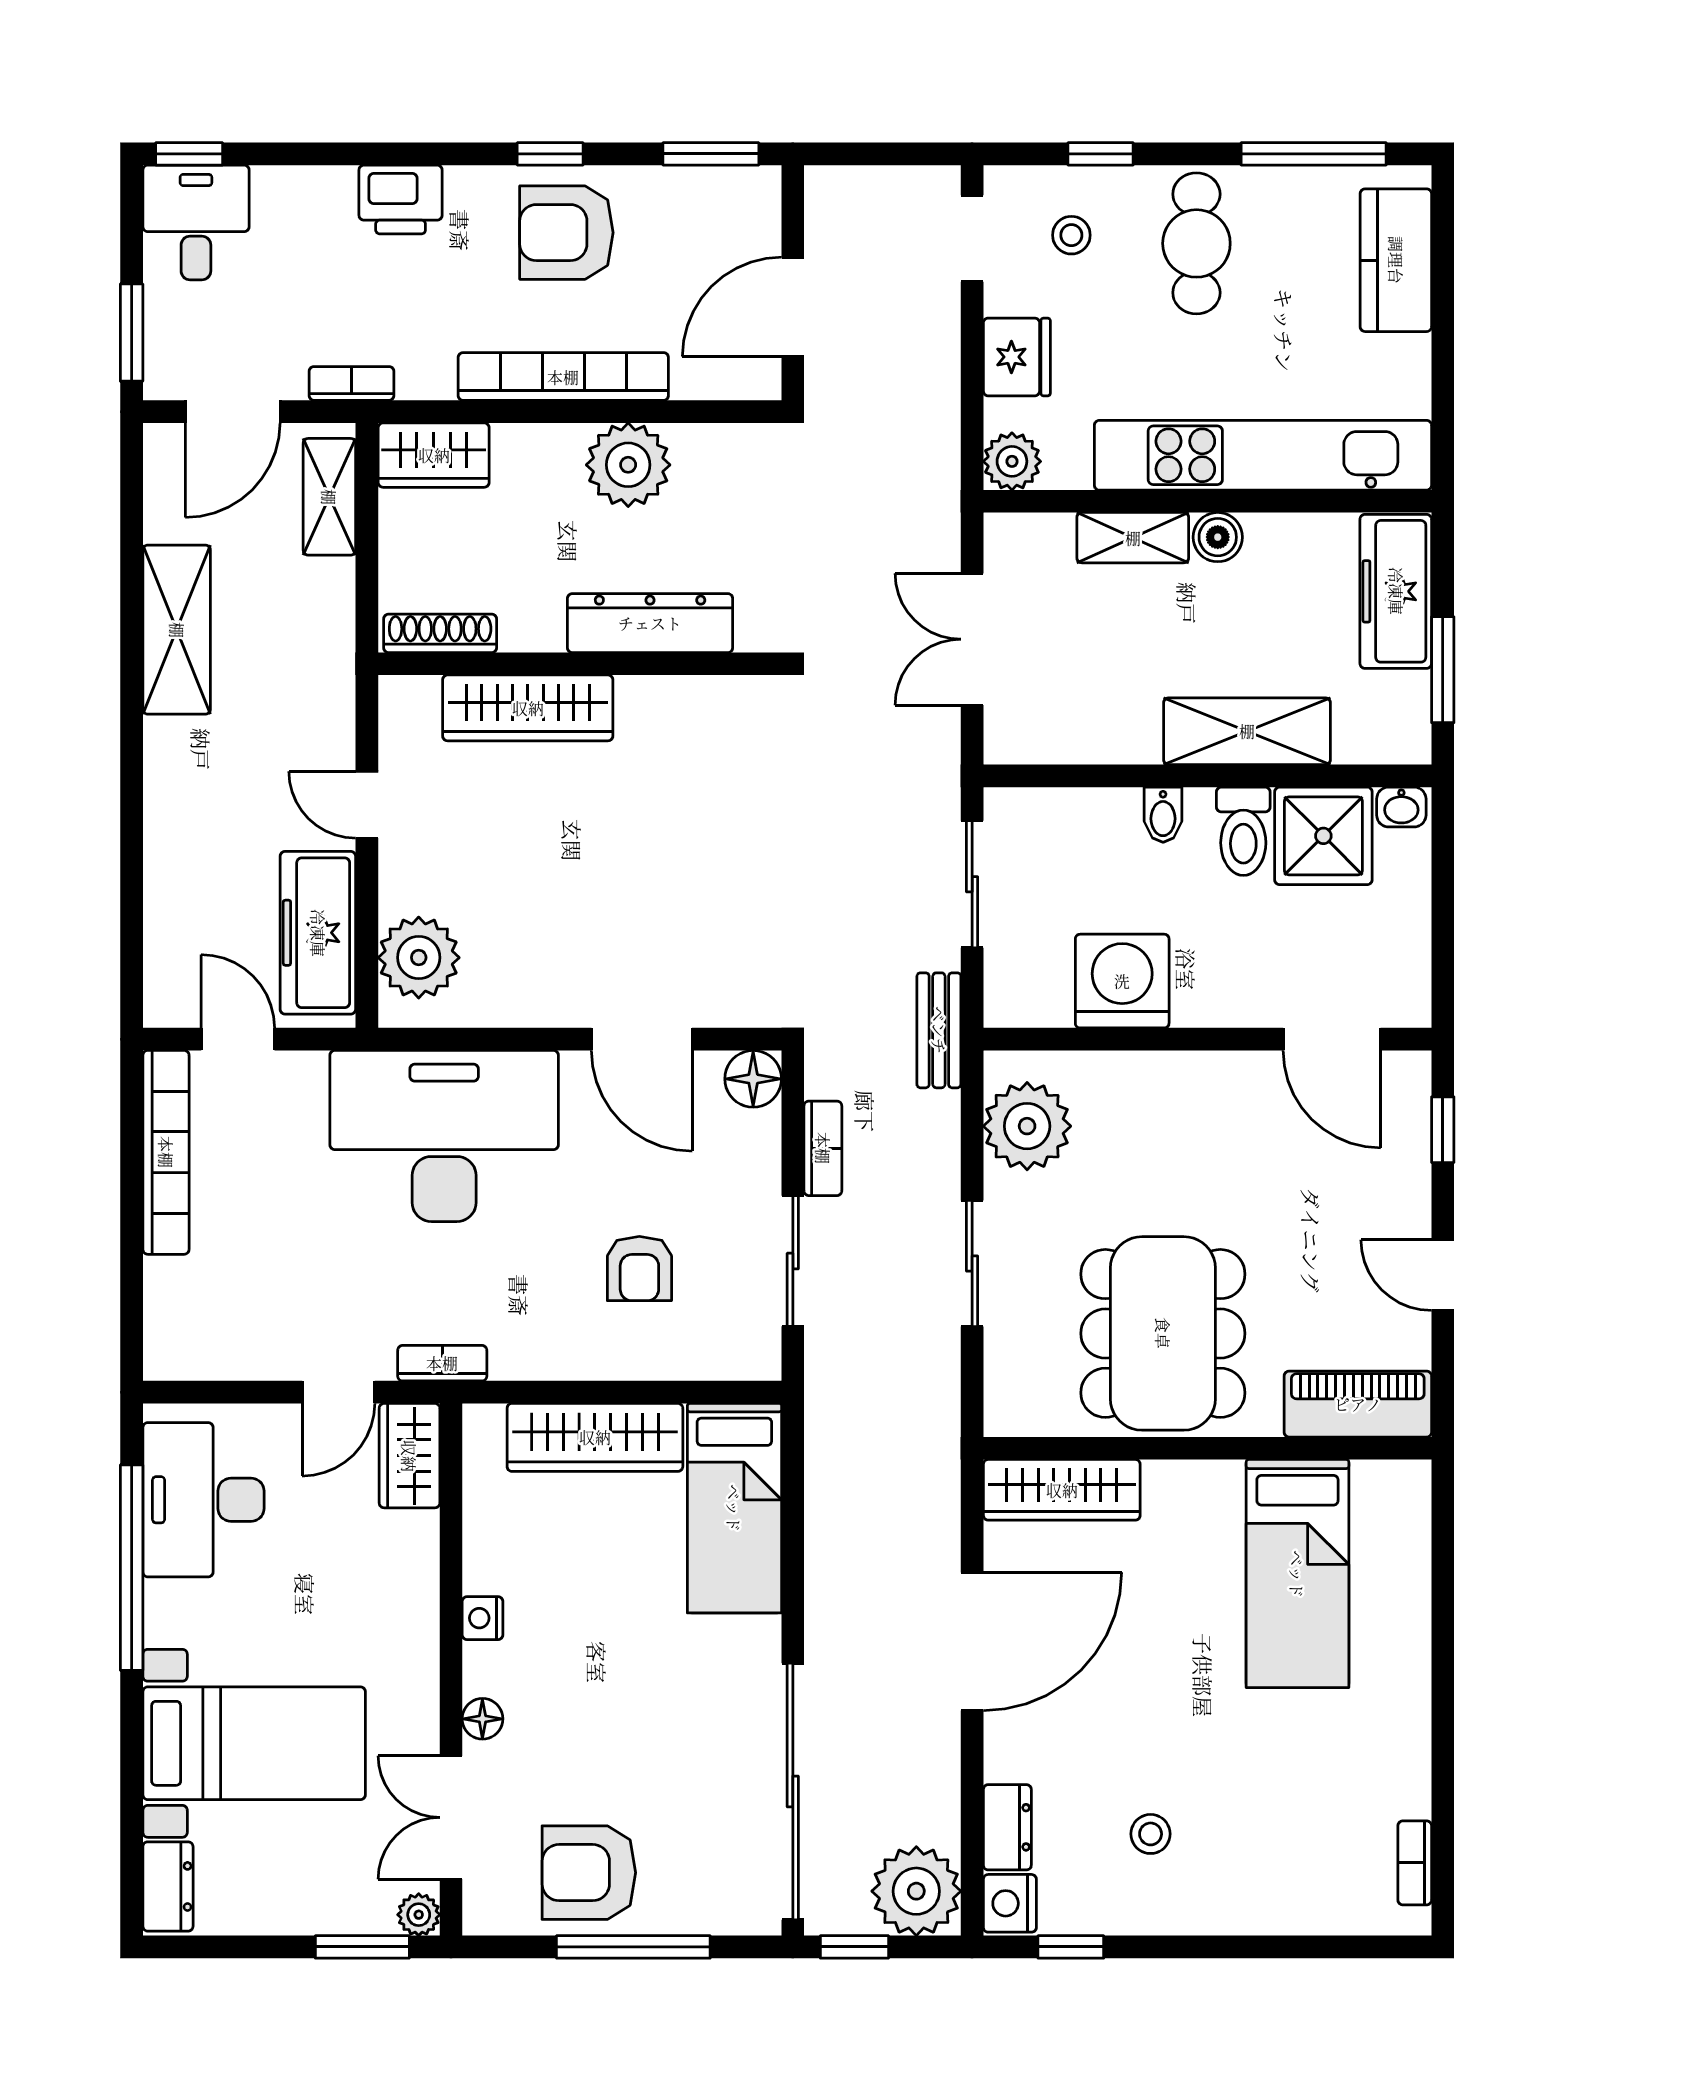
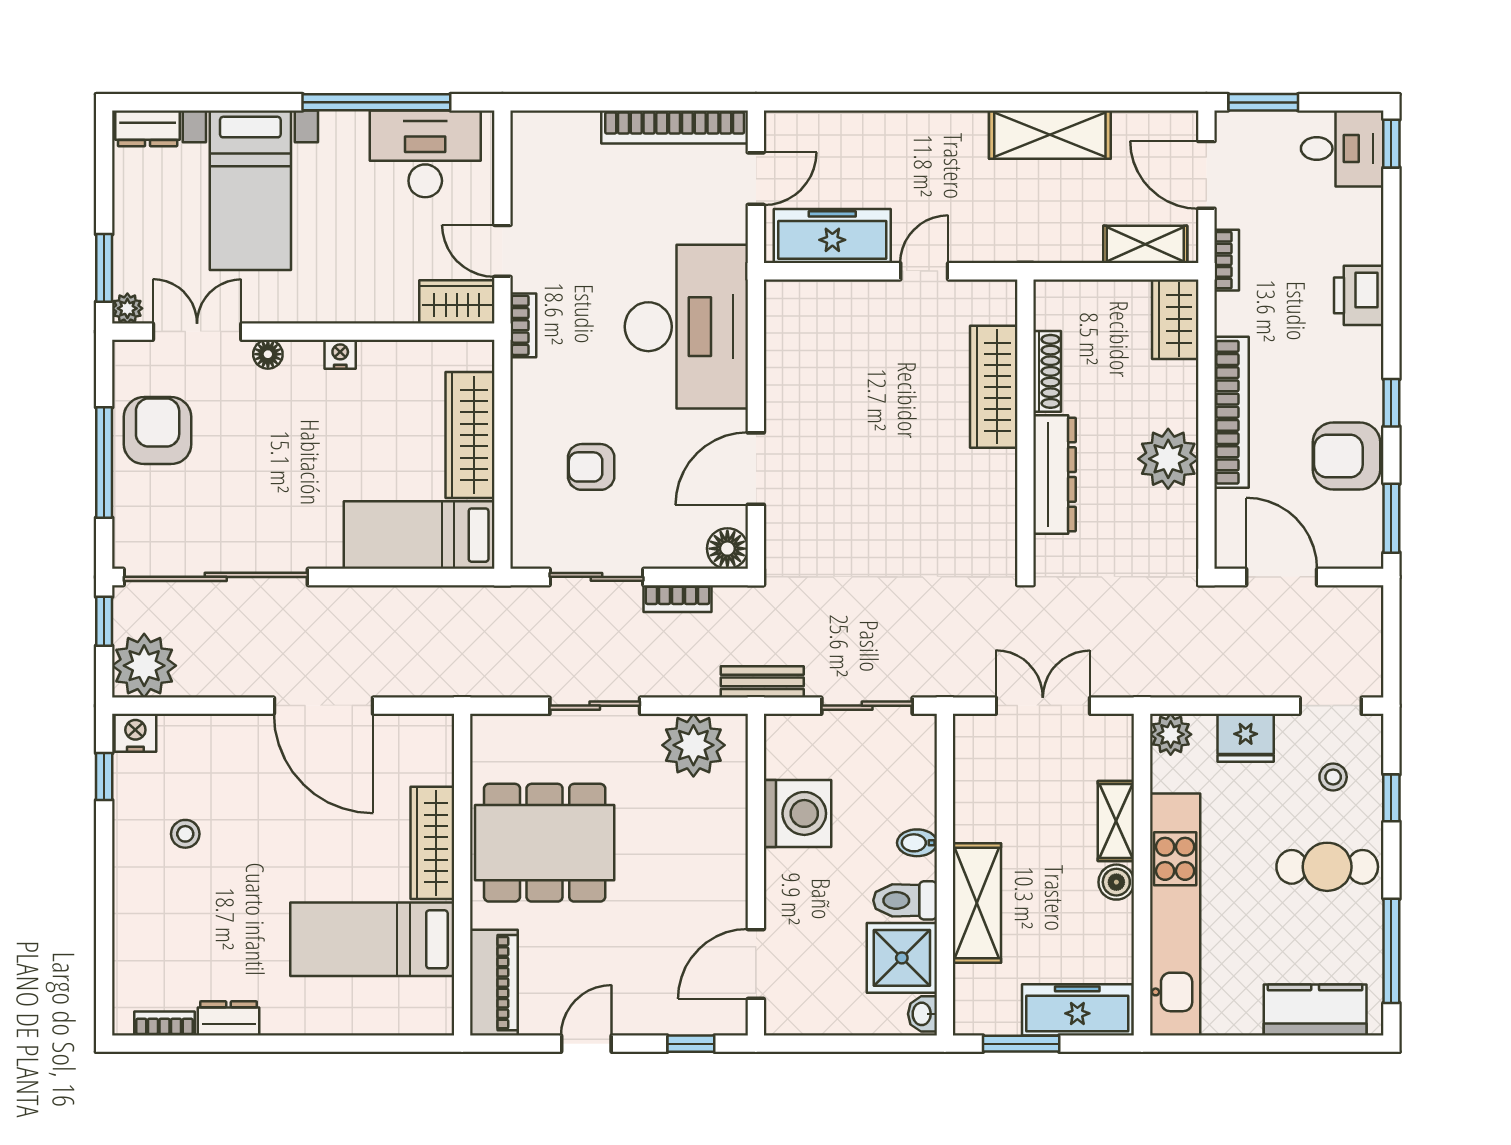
armchair: (566, 233) -> (1346, 456), moved, turned -90
shoe rack: (440, 633) -> (1047, 371), moved
plant: (419, 958) -> (814, 308), removed
wardrobe: (1062, 1490) -> (432, 843), moved
dresser: (1007, 1827) -> (229, 1018), moved, turned 180

